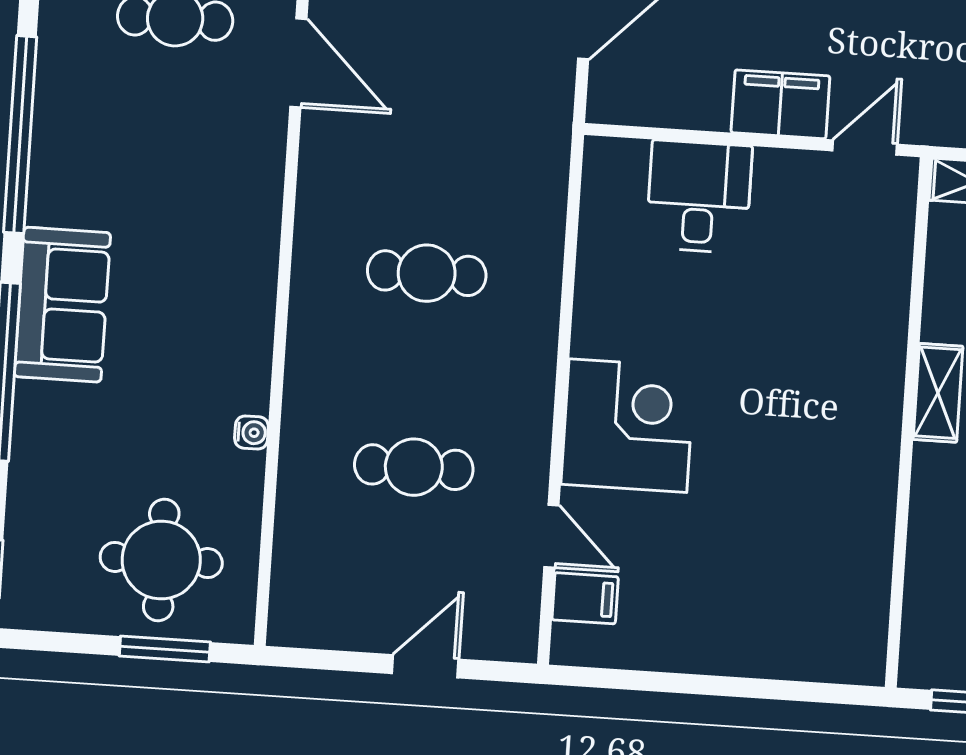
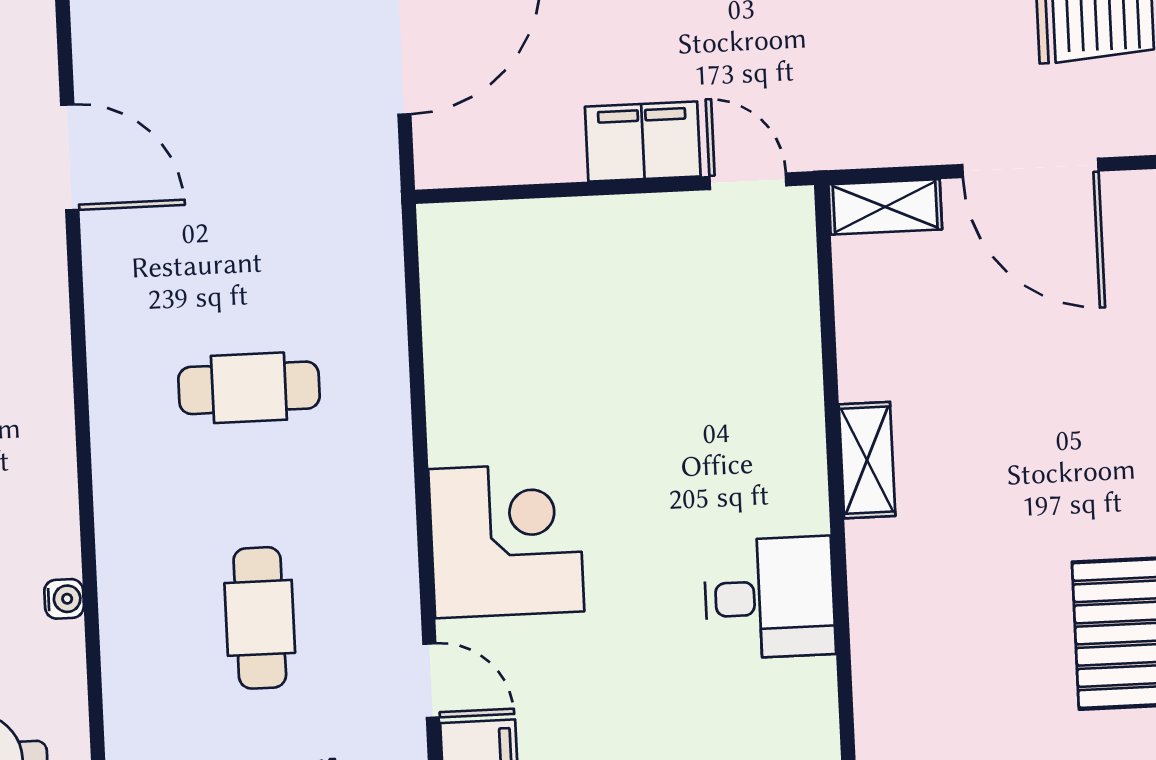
door: (865, 148) -> (748, 181), hinge flipped
desk: (699, 197) -> (770, 598), moved, turned 90
cafe table: (414, 467) -> (260, 618), turned 90

